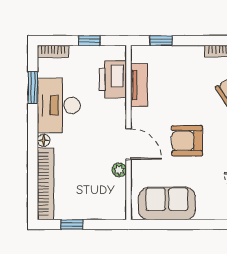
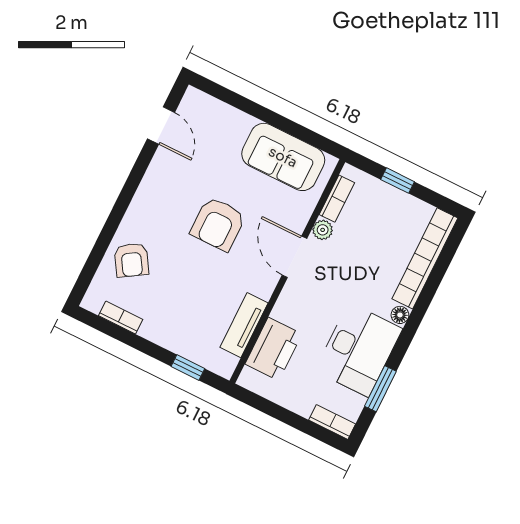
window: (89, 41) -> (279, 413), removed
armchair: (187, 141) -> (218, 224), turned 90
bookcase: (120, 194) -> (337, 199), added
window: (72, 225) -> (398, 181), moved

